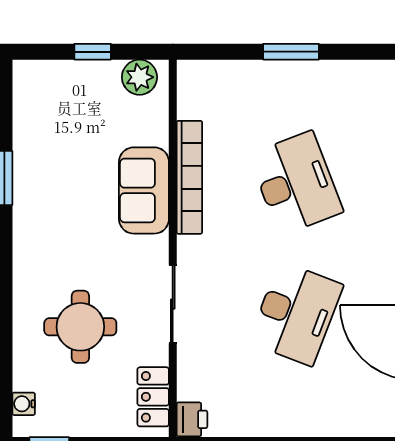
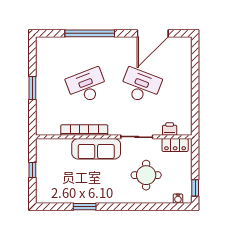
plant: (139, 77) -> (43, 151), removed
sofa: (144, 190) -> (96, 149), width x1.36
printer: (192, 419) -> (170, 129), moved

